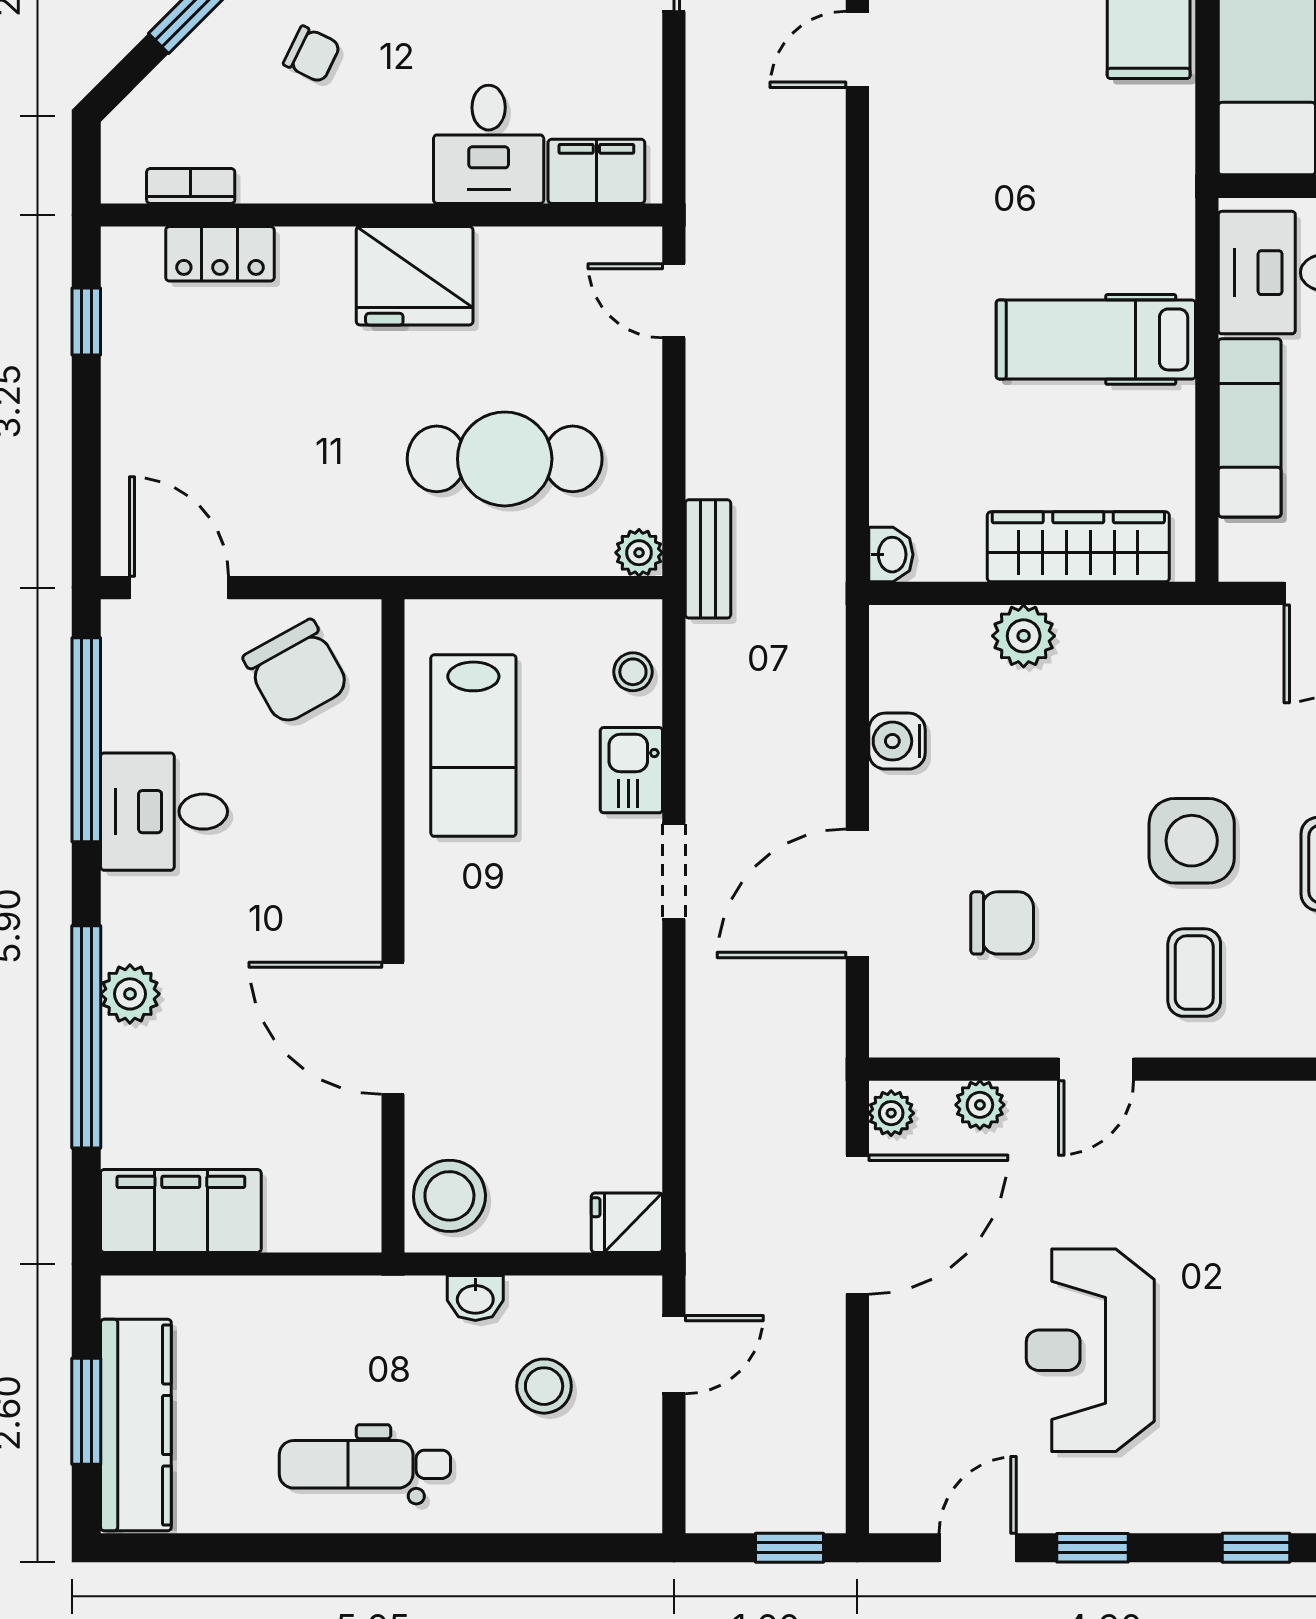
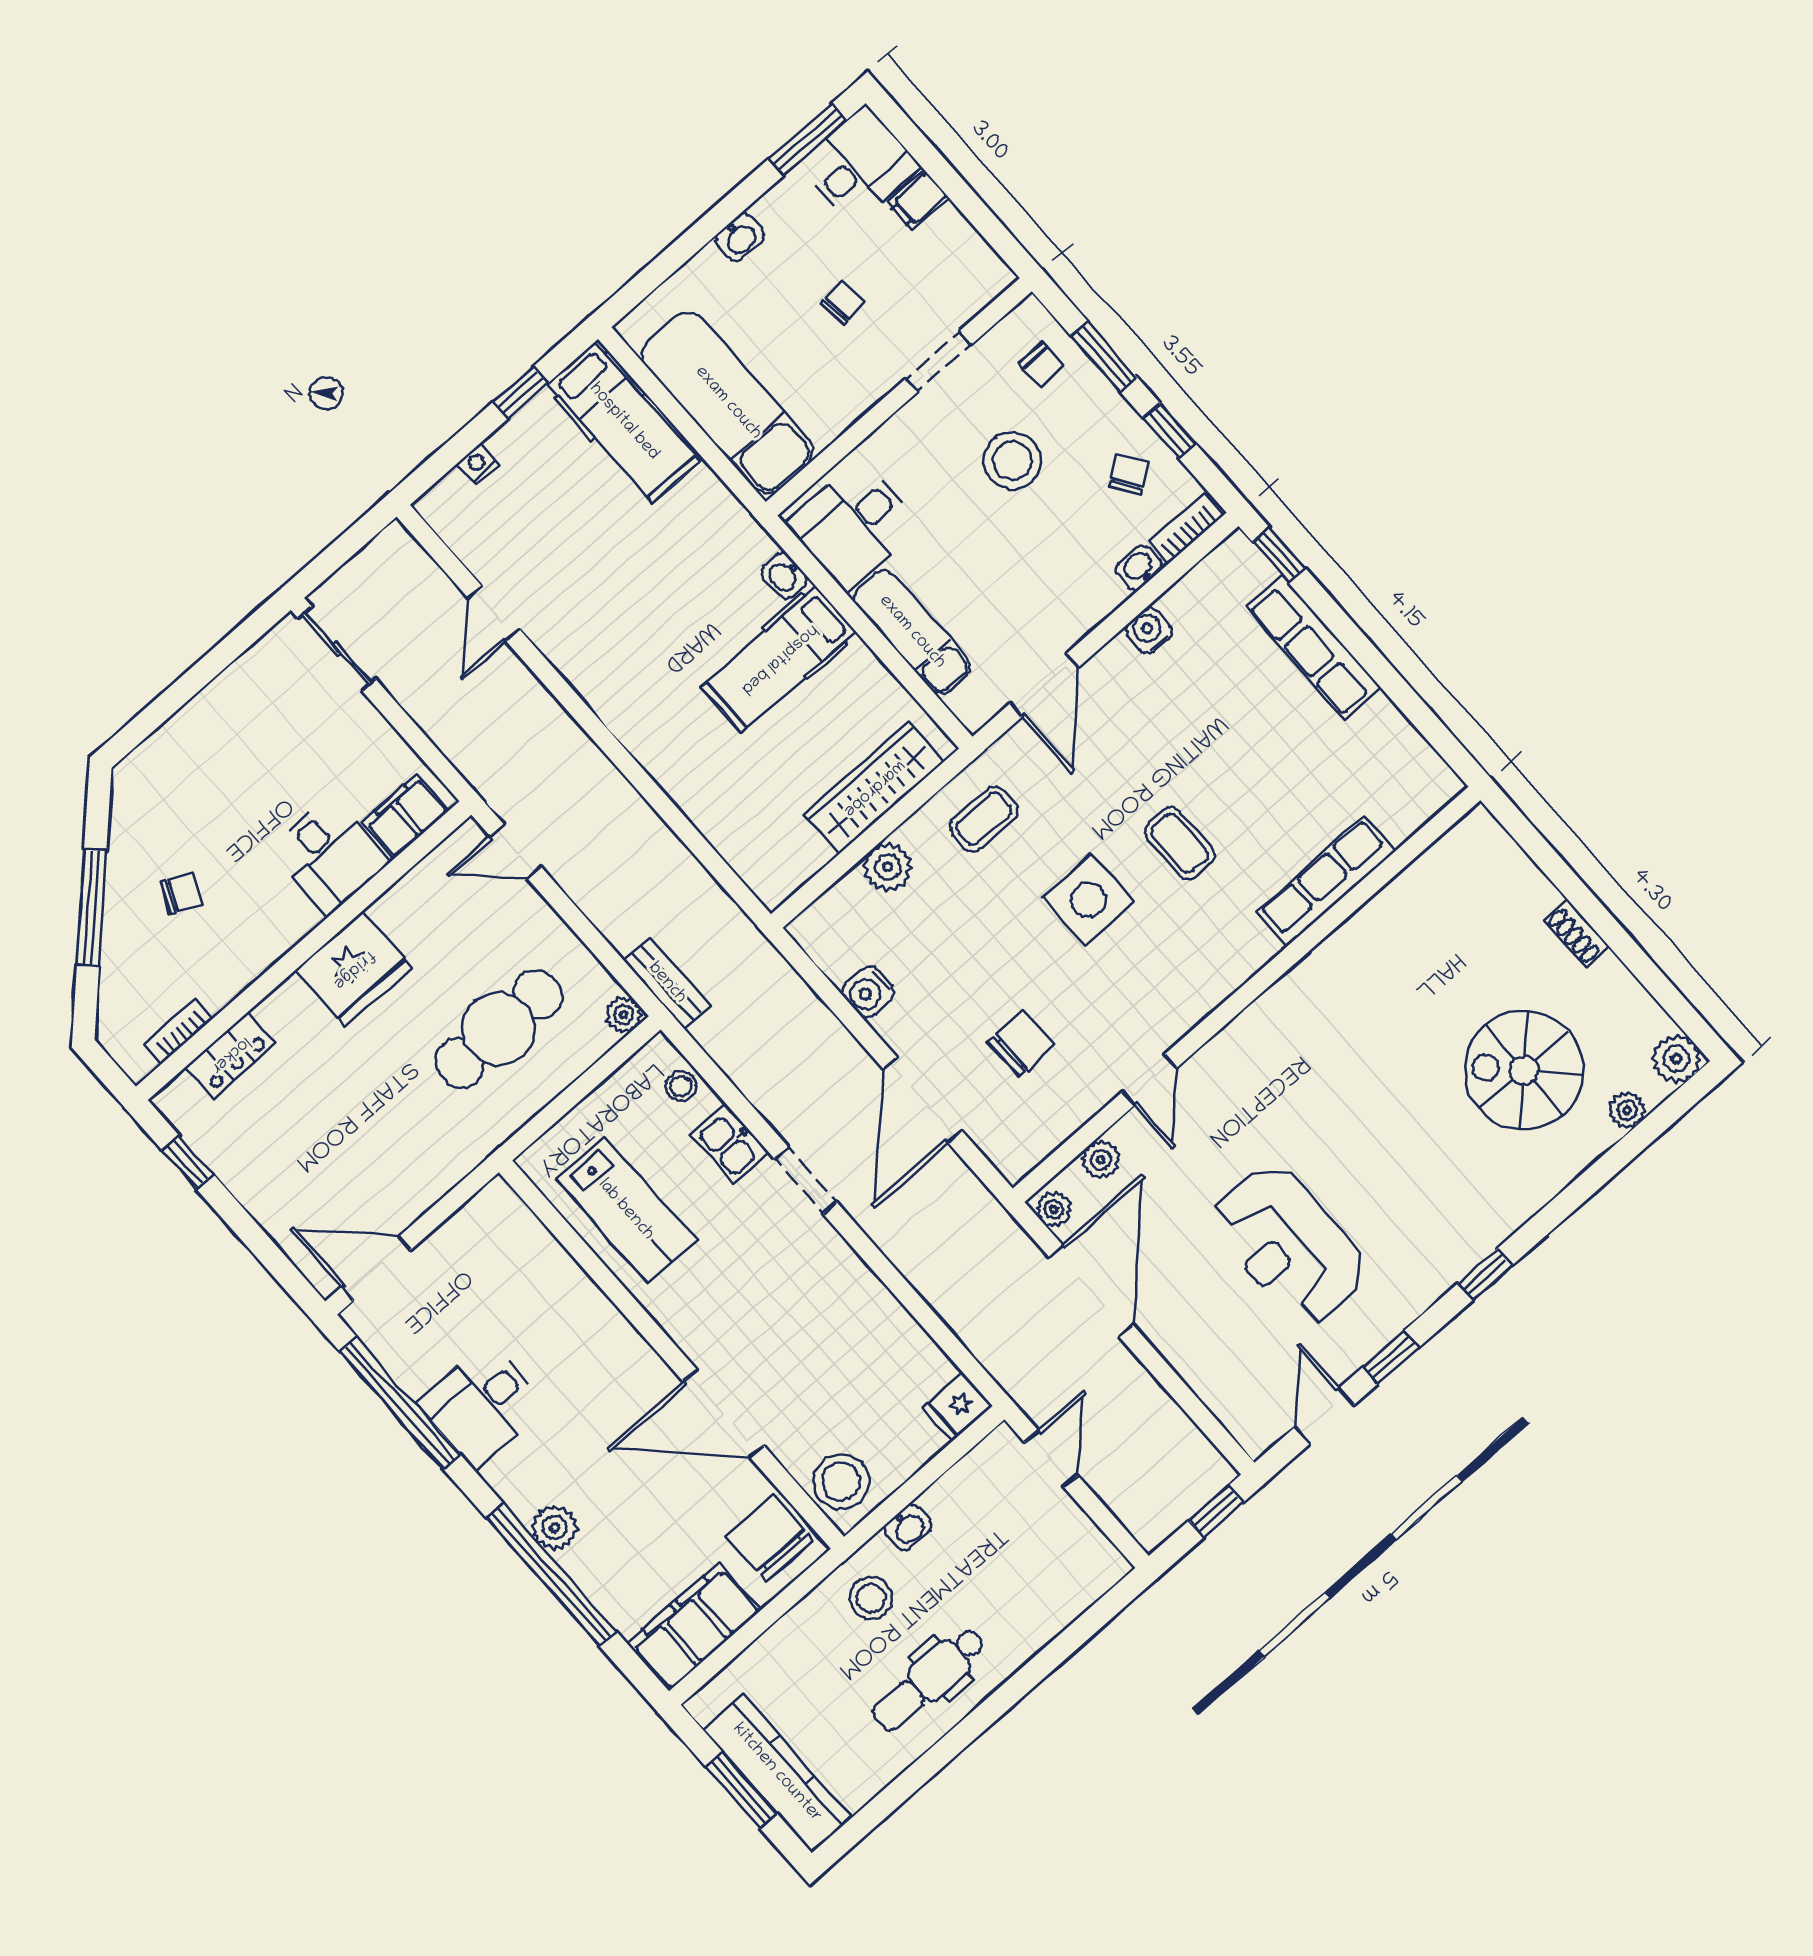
washbasin: (891, 555) -> (784, 576), moved, turned 180
chair: (296, 672) -> (770, 1538), moved, turned -151
coffee table: (1194, 973) -> (984, 819), moved, turned 90
stool: (544, 1386) -> (871, 1598), moved

